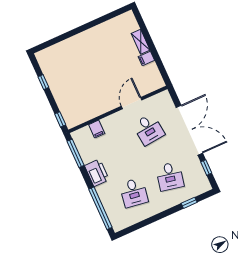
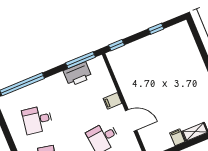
filing cabinet: (97, 129) -> (113, 101), moved
printer: (97, 173) -> (78, 74), moved

